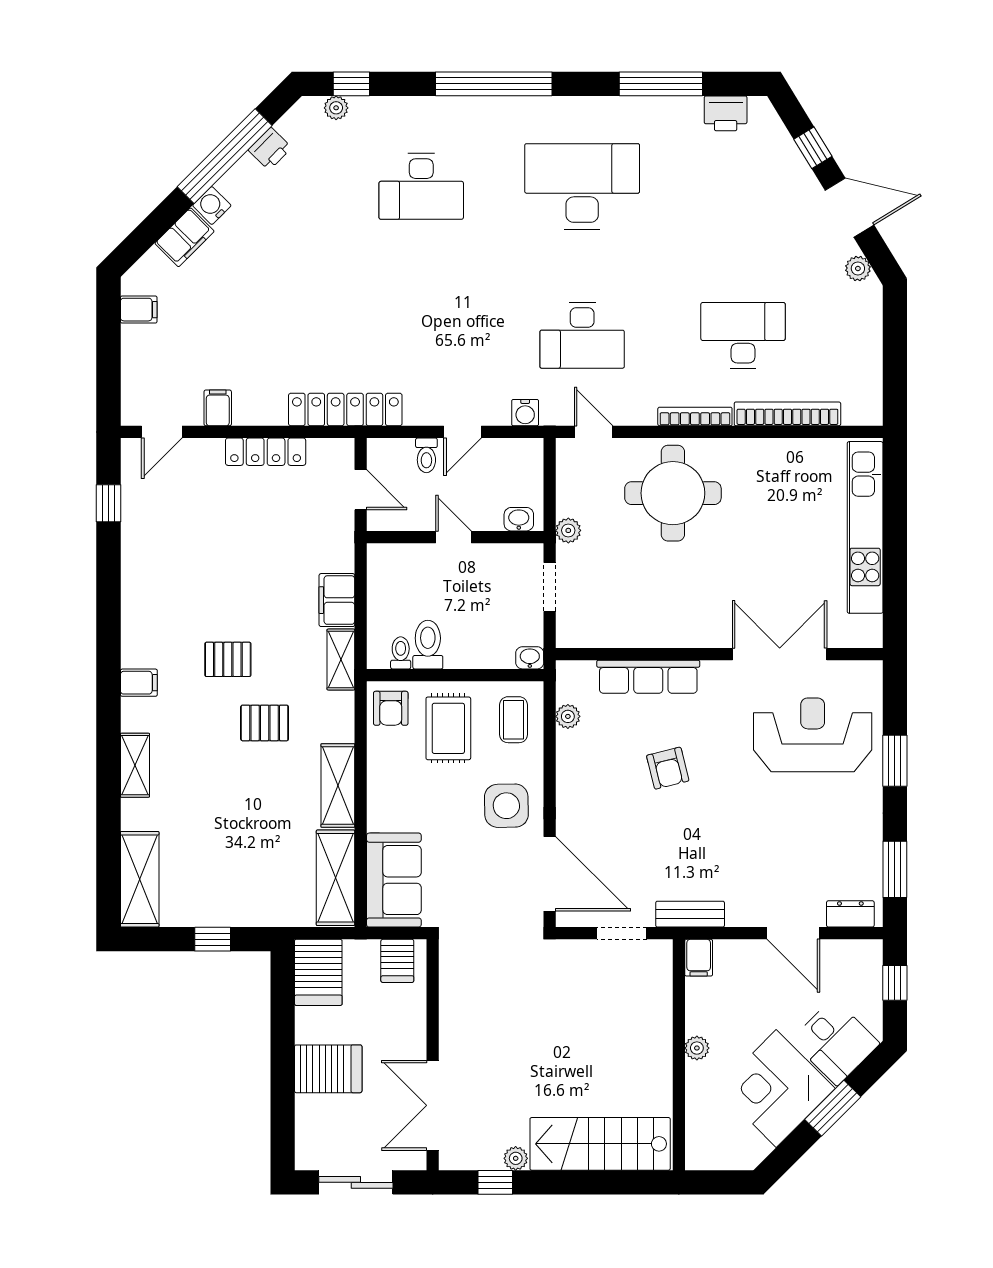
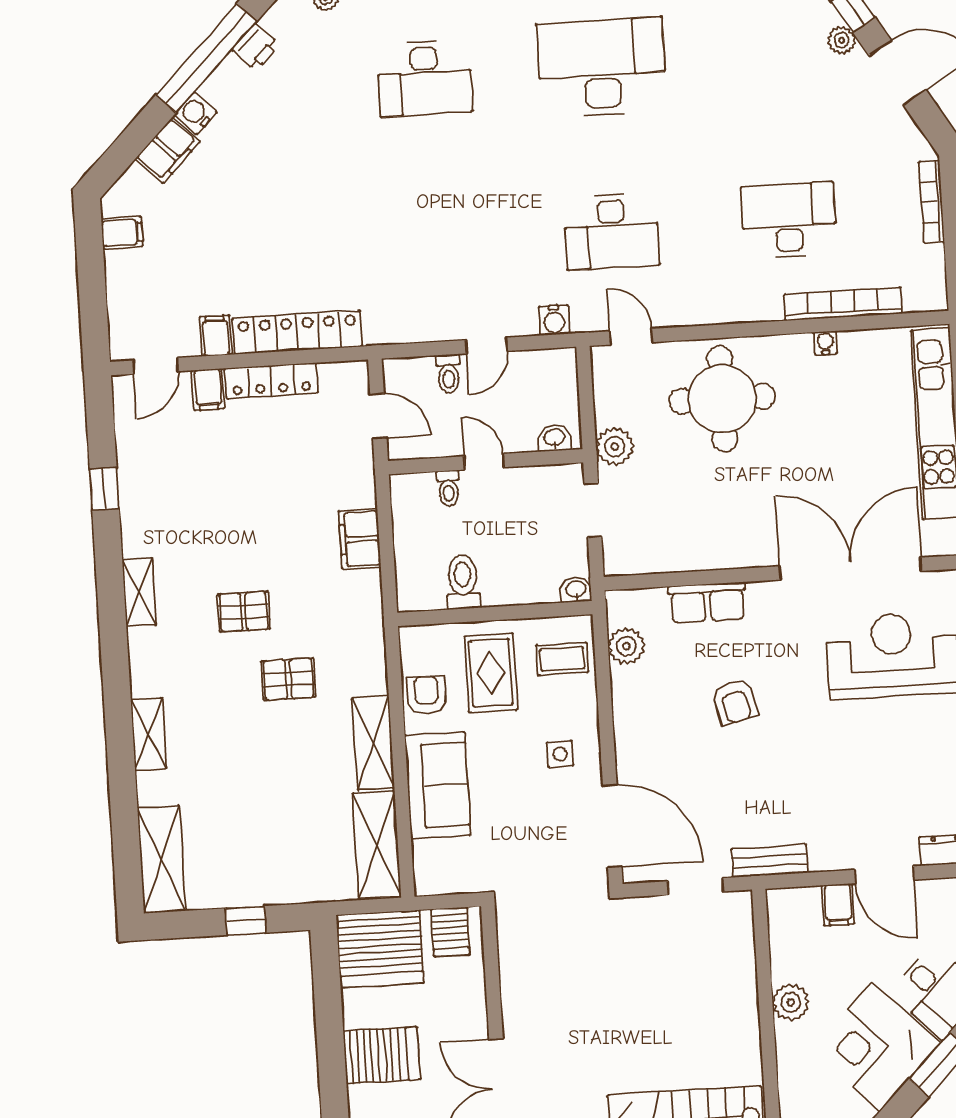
plant: (858, 268) -> (842, 40), moved
locker: (345, 409) -> (297, 332), moved
bookcase: (695, 416) -> (932, 202), moved, turned -90
water cooler: (769, 448) -> (825, 343), added
window: (109, 503) -> (104, 489), moved
plant: (568, 530) -> (615, 447), width x1.38, depth x1.38
toilet: (401, 653) -> (448, 488), moved, turned 180
double door: (780, 654) -> (850, 569), width x1.36
shelving: (341, 660) -> (139, 592), moved
row of seats: (648, 677) -> (707, 602), width x0.68
filing cabinet: (139, 683) -> (208, 389), moved, turned 90
armchair: (391, 708) -> (426, 695), moved, turned 180
plant: (568, 716) -> (626, 646), width x1.38, depth x1.38
coffee table: (514, 720) -> (562, 659), turned 90
side table: (506, 806) -> (560, 754), width x0.54, depth x0.54
sofa: (394, 880) -> (438, 785), moved
filing cabinet: (699, 958) -> (838, 905), moved
server rack: (318, 972) -> (380, 949), width x1.60
plant: (697, 1048) -> (791, 1002), width x1.38, depth x1.38

